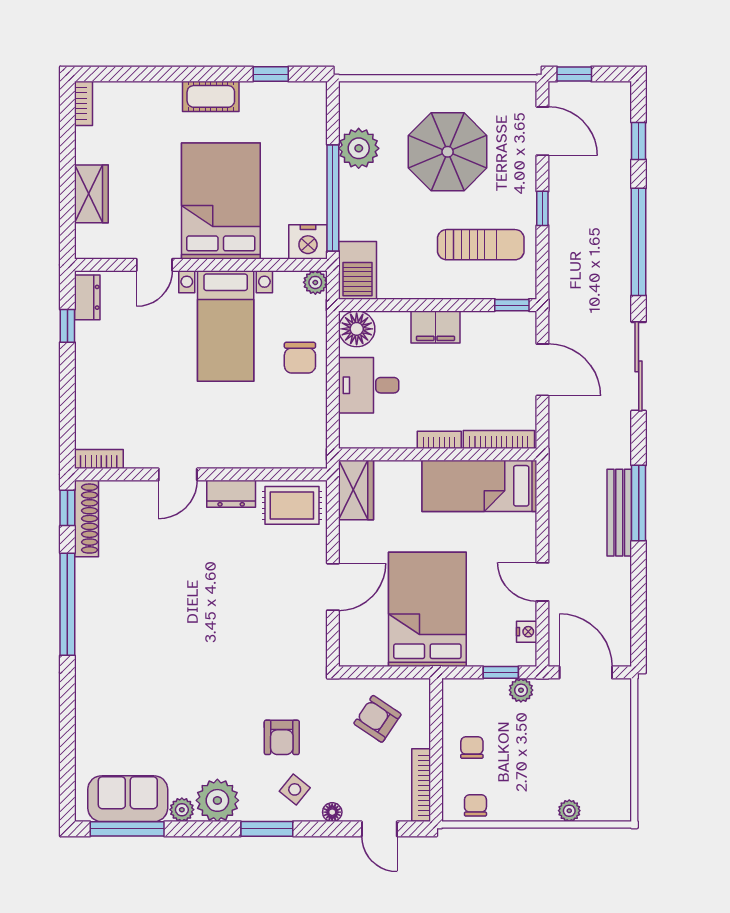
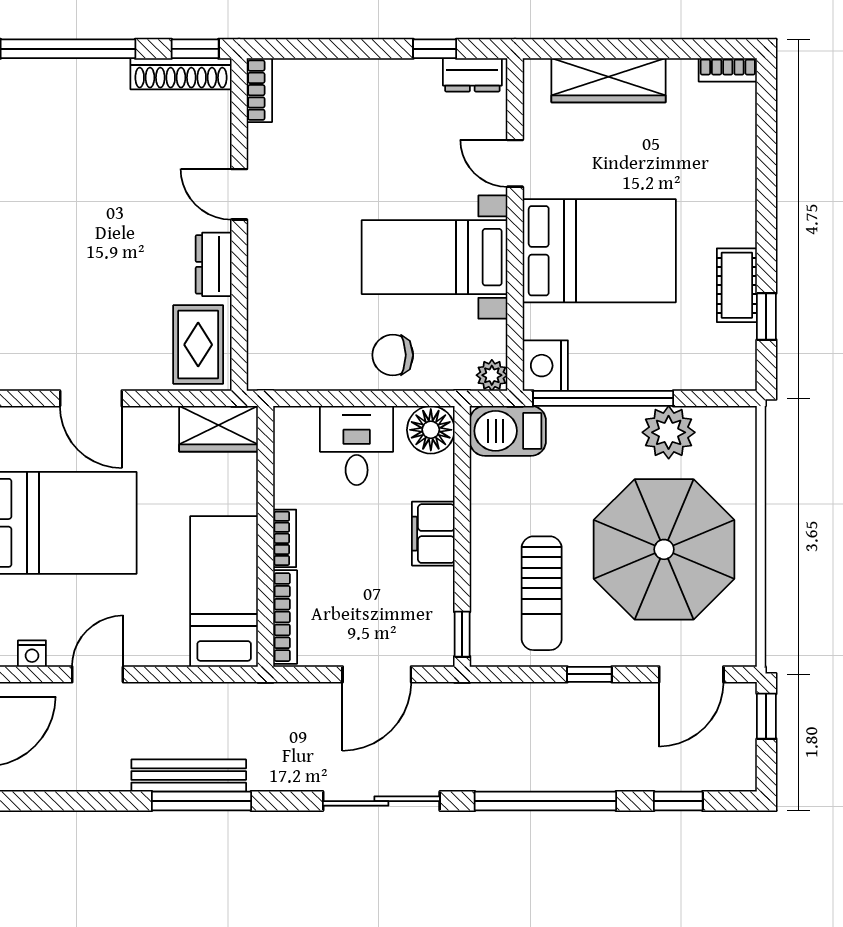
cot: (211, 96) -> (737, 285), moved
parasol: (448, 152) -> (664, 549), width x1.36, depth x1.36
wardrobe: (91, 194) -> (609, 80), width x1.50

